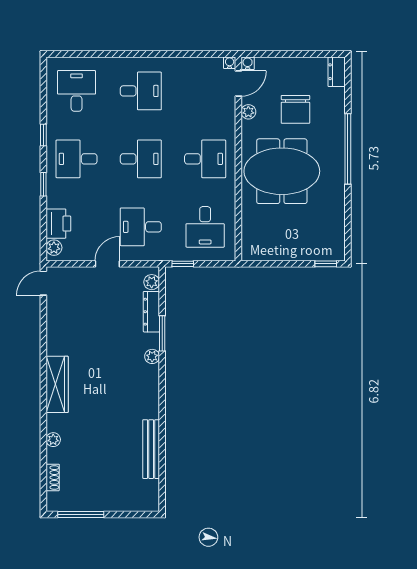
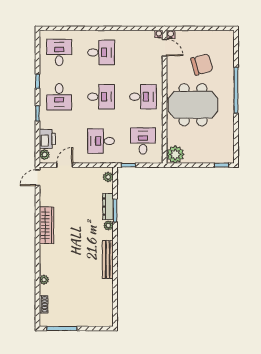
dresser: (337, 72) -> (229, 40), removed
door: (238, 83) -> (165, 48), hinge flipped
chair: (295, 109) -> (202, 64), turned -106
plant: (248, 112) -> (175, 154), moved, width x1.87, depth x1.87
desk: (77, 159) -> (59, 97), turned -90
desk: (205, 227) -> (143, 141), turned 180
door: (107, 264) -> (65, 165), moved
dresser: (151, 312) -> (108, 207), moved
wardrobe: (57, 384) -> (46, 225), moved
bench: (151, 449) -> (108, 259), moved

